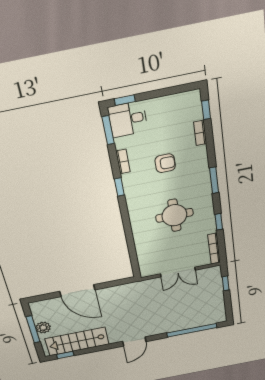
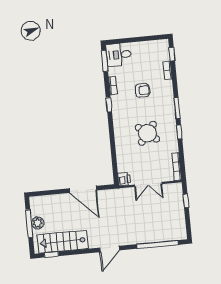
window: (125, 100) -> (118, 41), removed
round table: (174, 215) -> (147, 133), turned 38
window: (219, 222) -> (179, 132), moved
printer: (147, 270) -> (124, 179), added
door: (77, 291) -> (83, 189), moved

